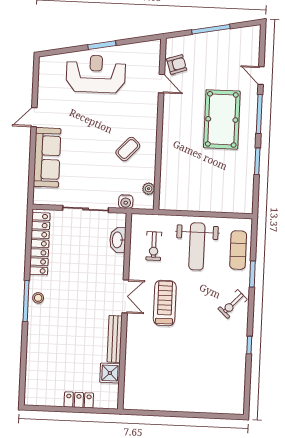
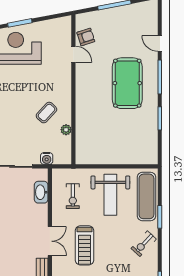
plant: (149, 189) -> (66, 130), moved
exercise mat: (238, 250) -> (146, 196), width x1.36, depth x1.45
treadmill: (165, 303) -> (85, 245), turned 180

